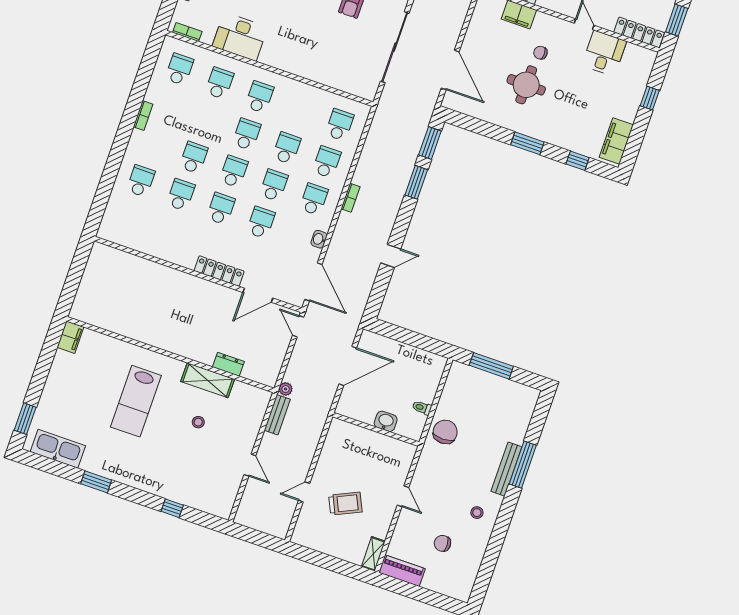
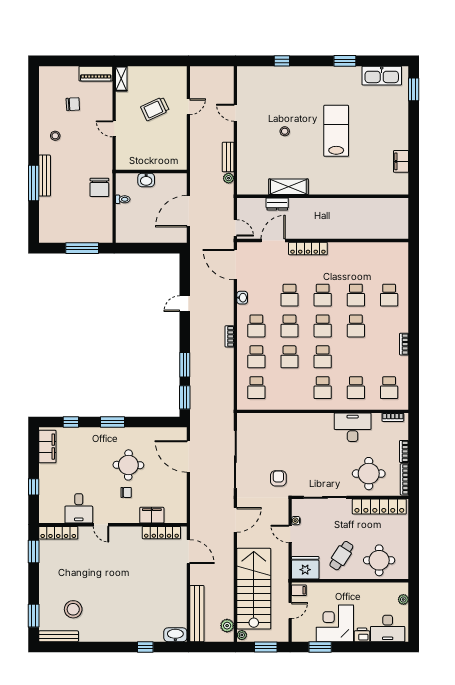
wall: (170, 355) -> (323, 196), moved
dresser: (228, 364) -> (277, 204), moved
shelving: (208, 380) -> (288, 187), moved

